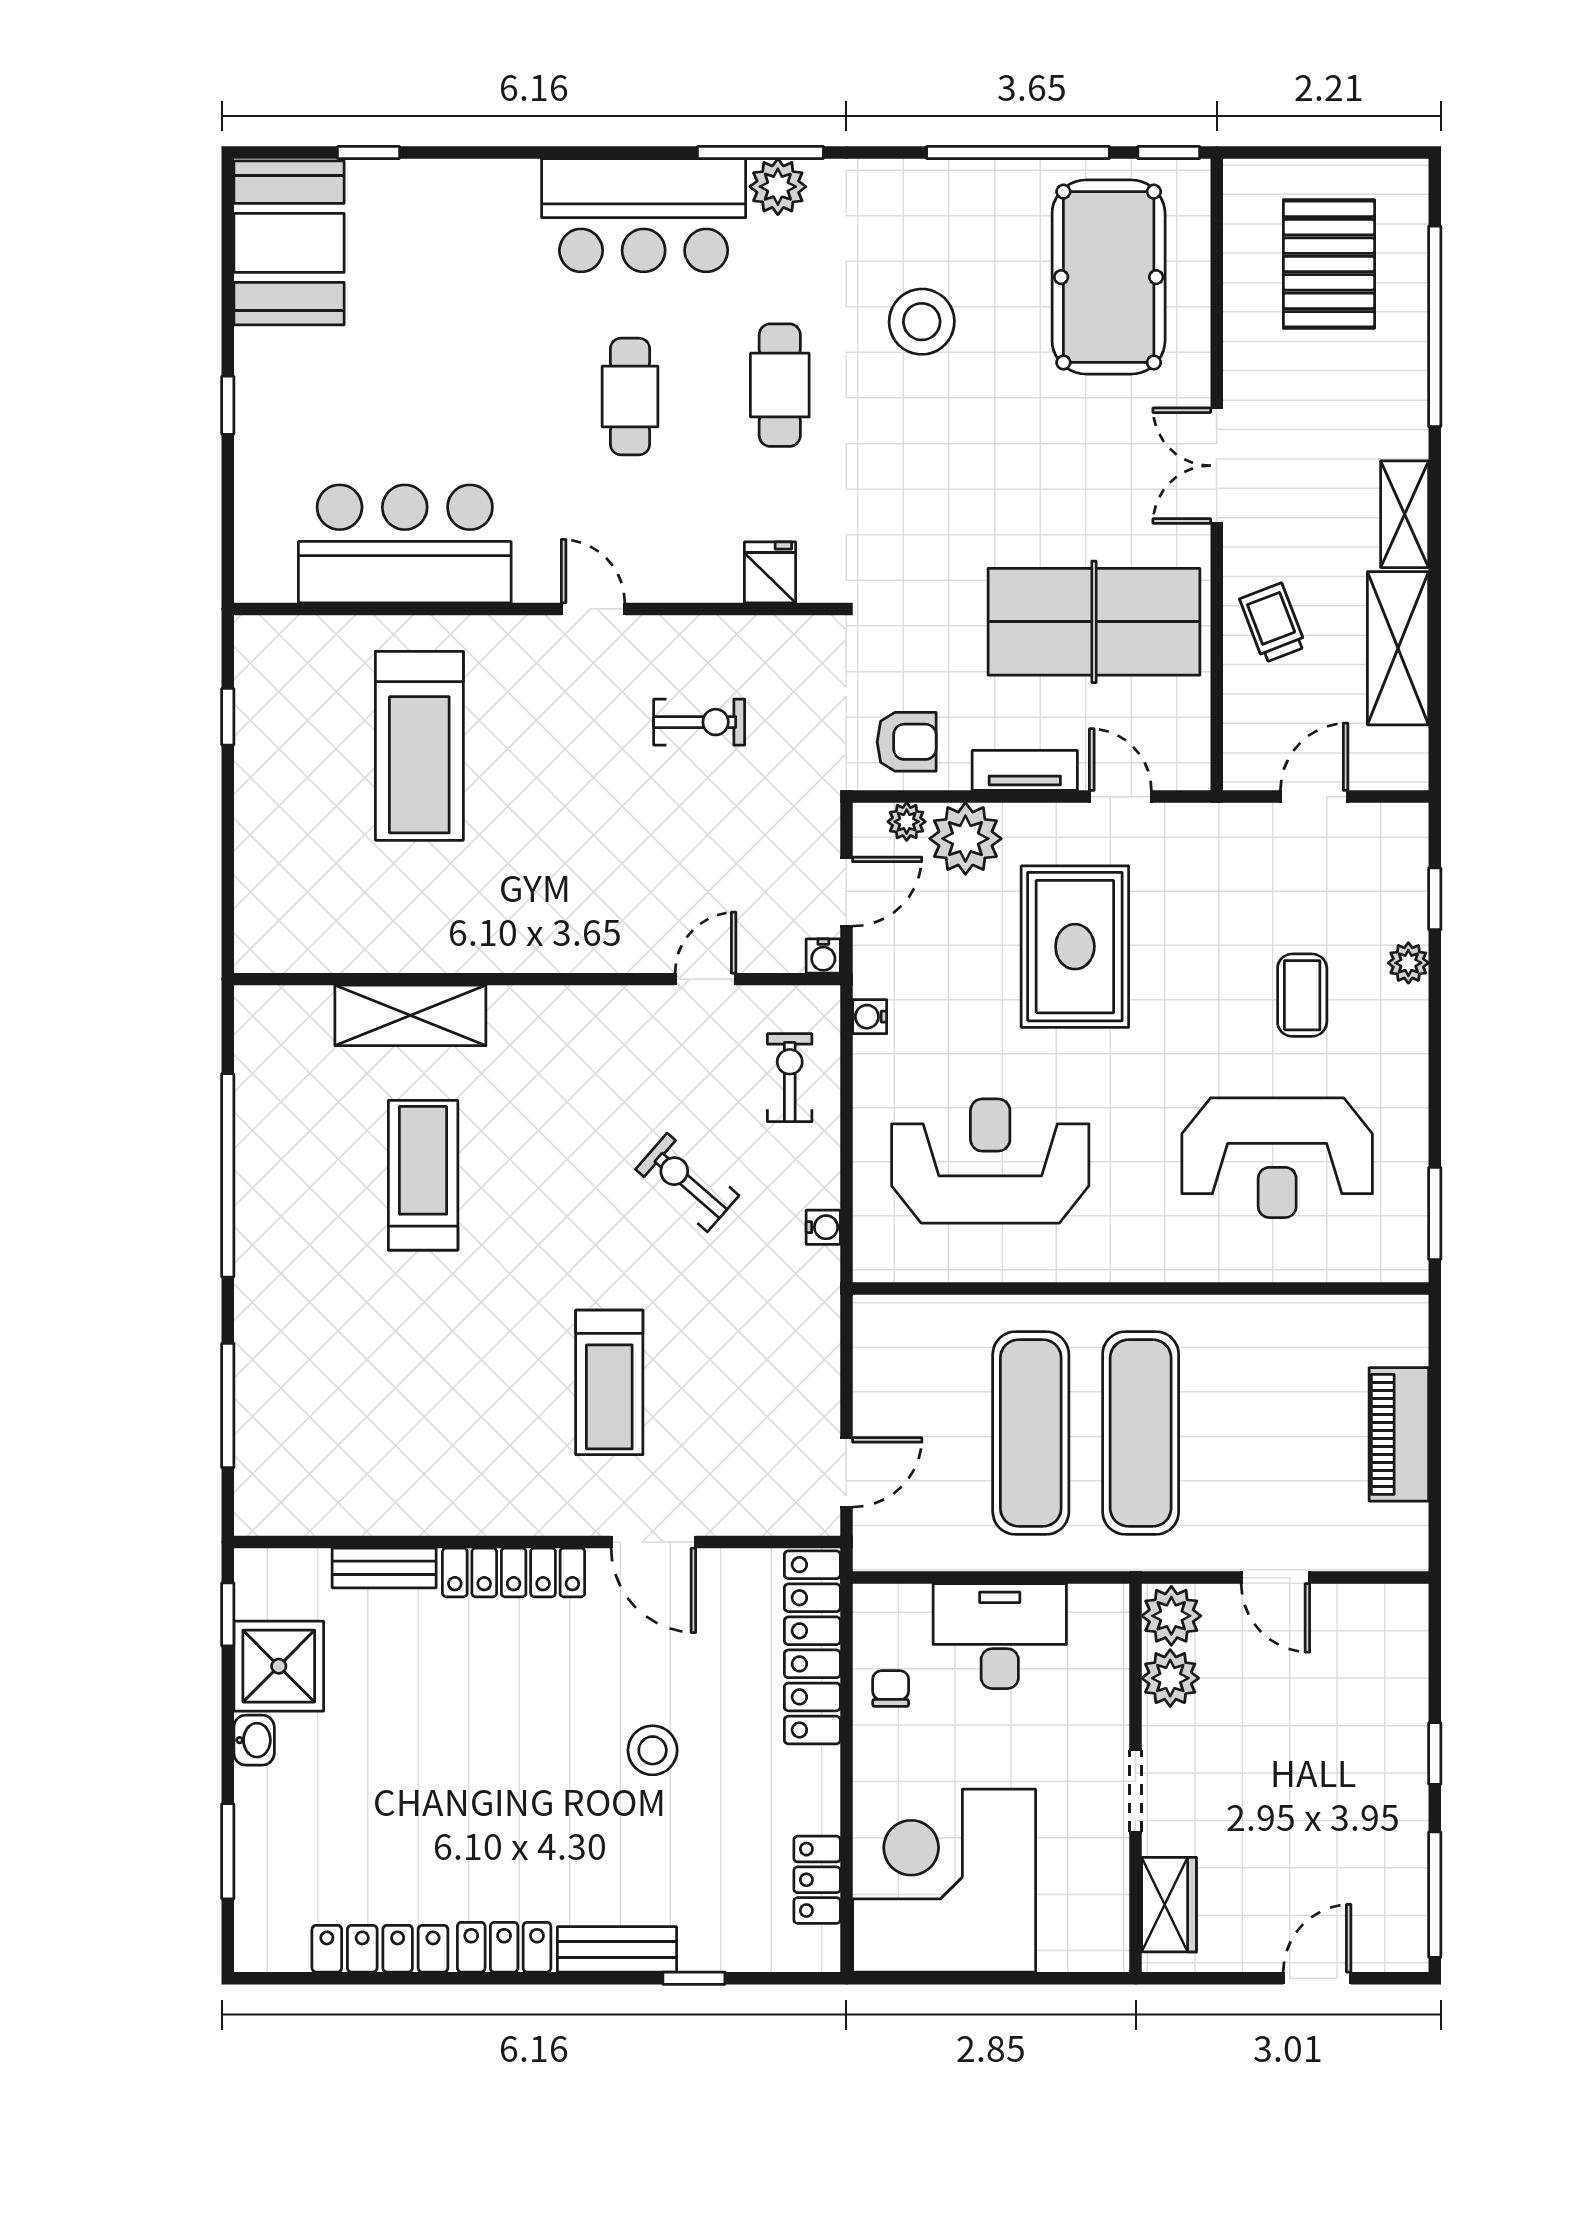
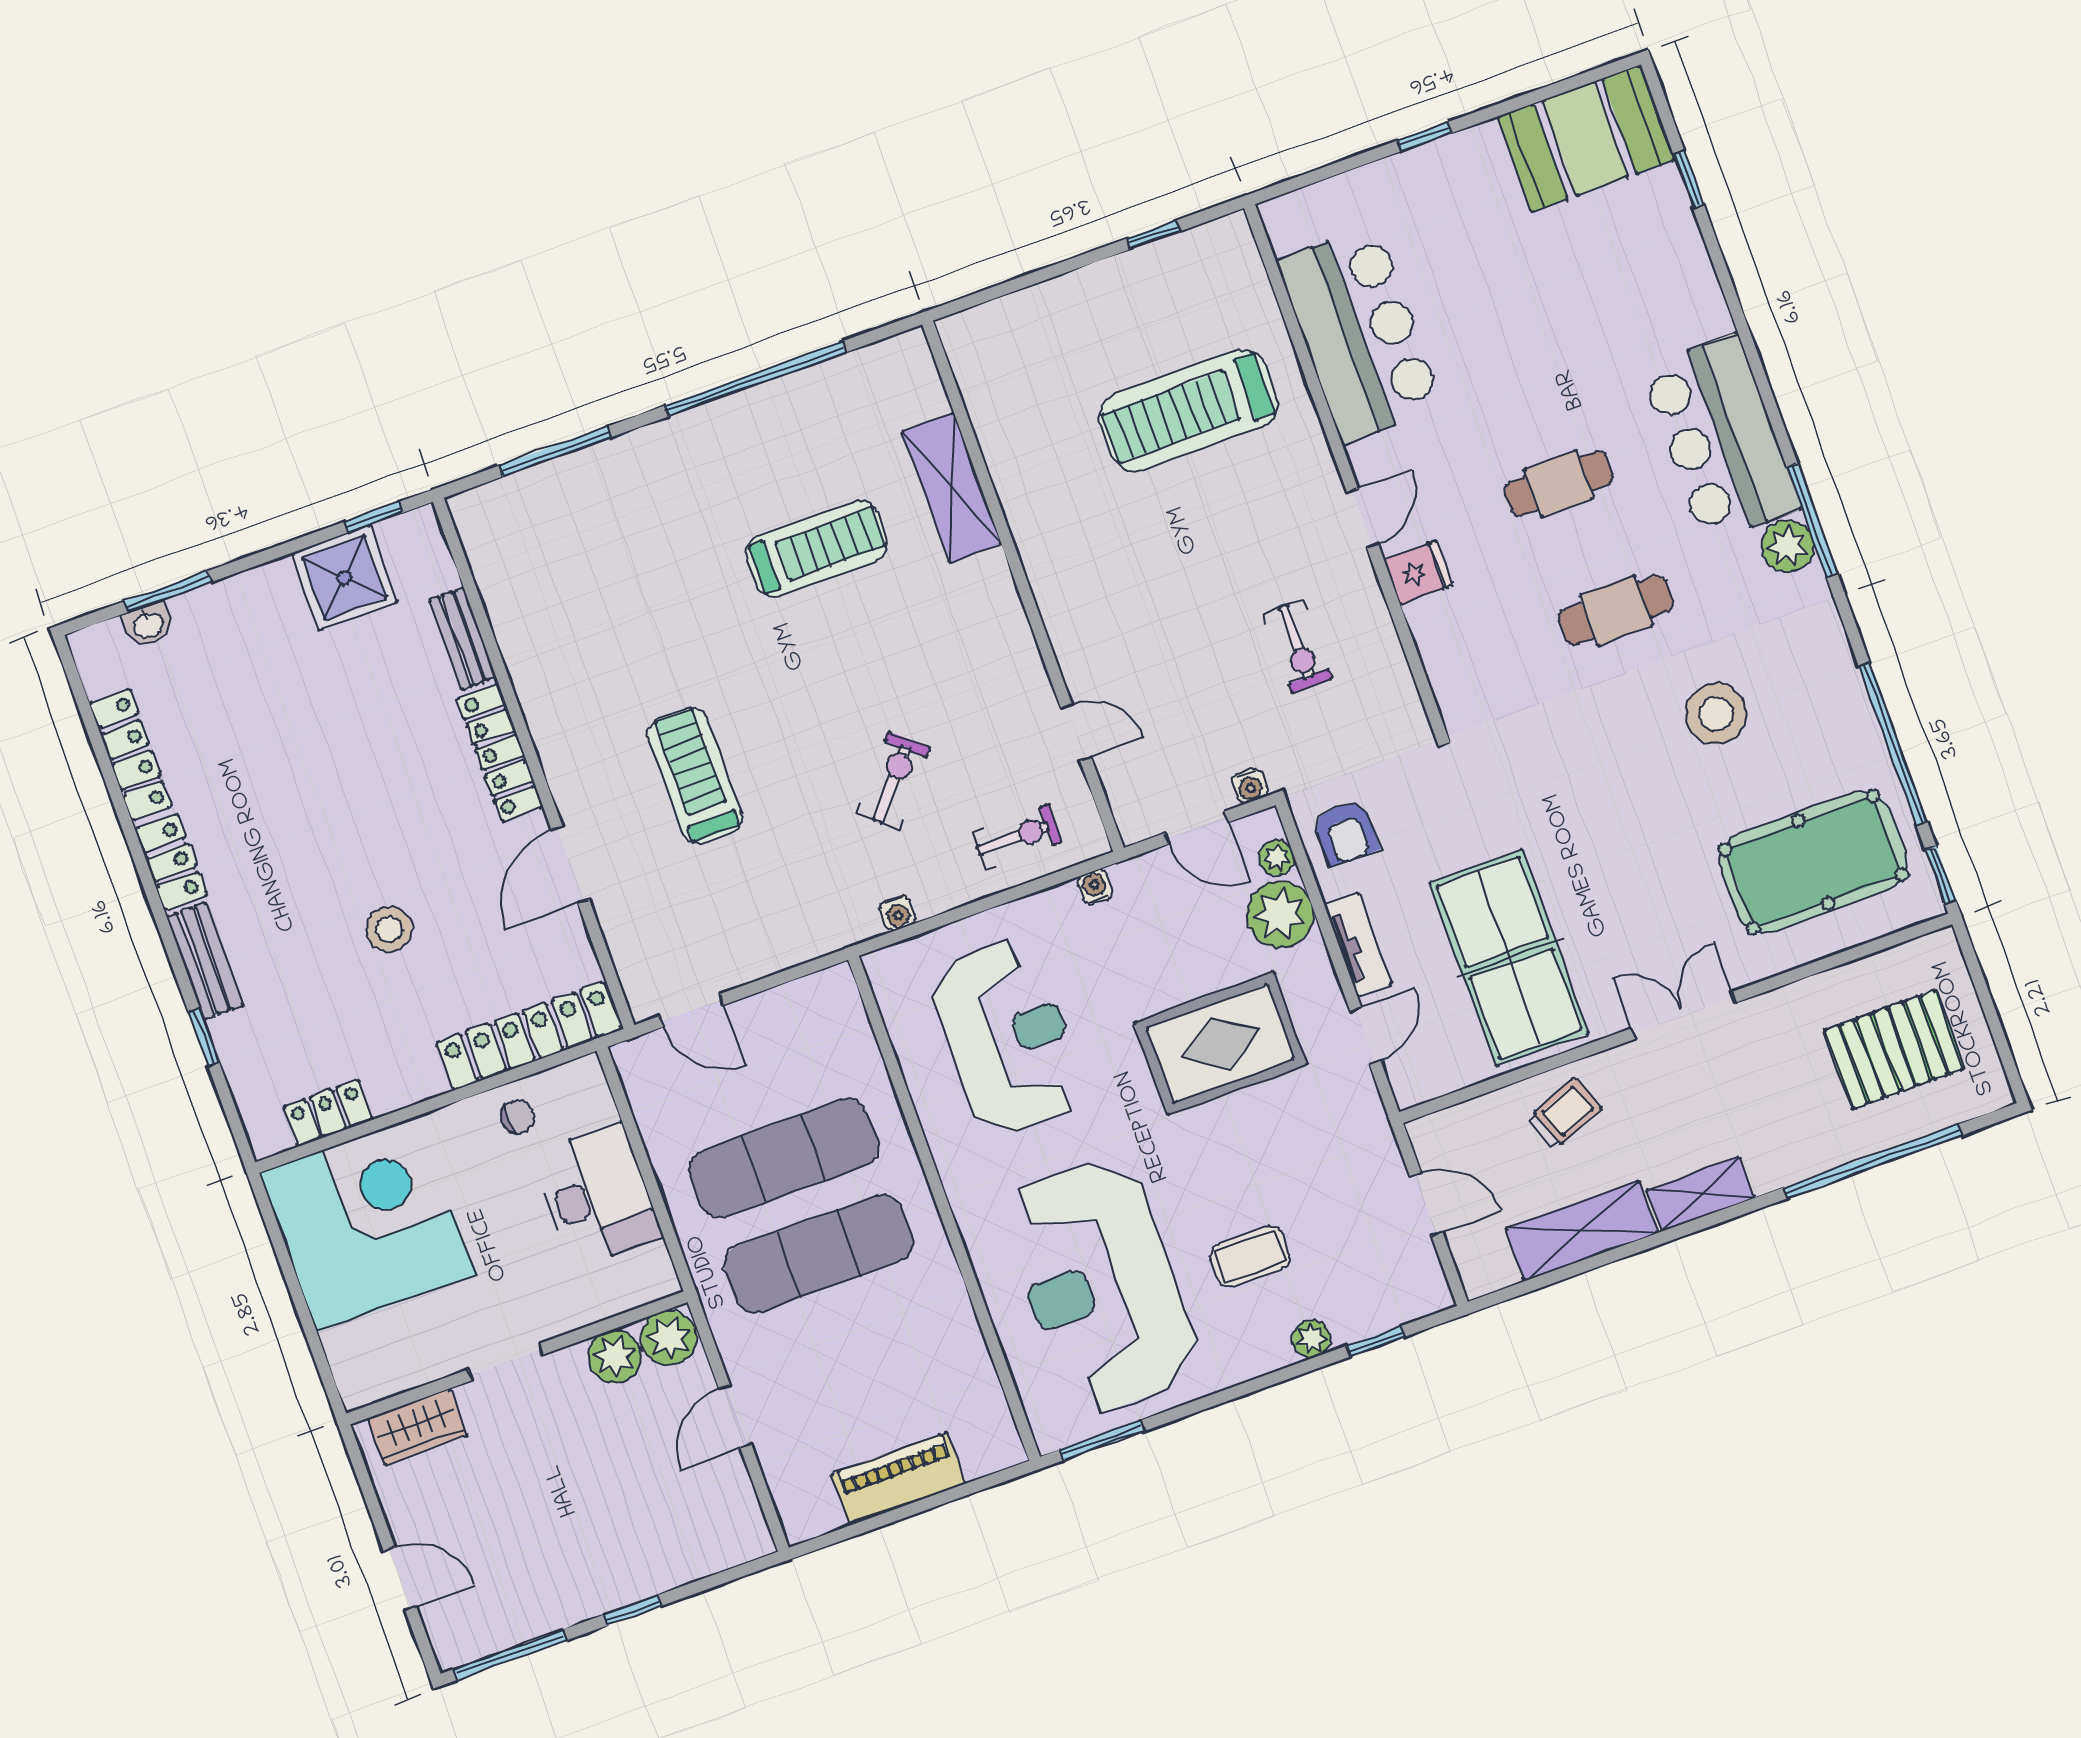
fridge: (770, 572) -> (1418, 572), moved
water cooler: (823, 956) -> (1250, 786), moved, turned -90
reception desk: (1277, 1158) -> (1101, 1286), width x1.36, depth x1.30
treadmill: (609, 1382) -> (695, 776), turned 90
washbasin: (254, 1740) -> (148, 625), moved

